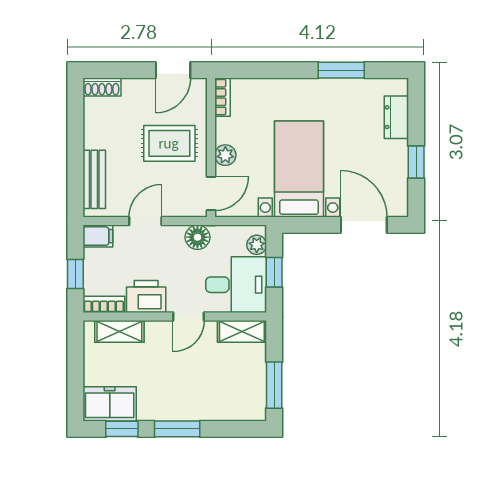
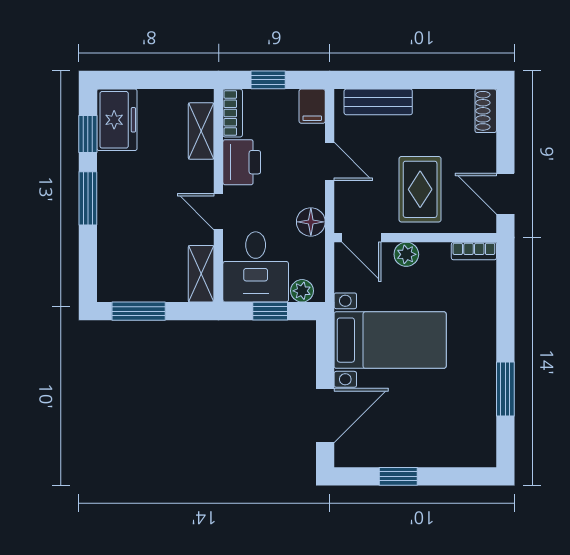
dresser: (396, 117) -> (450, 453), removed

